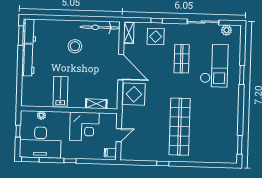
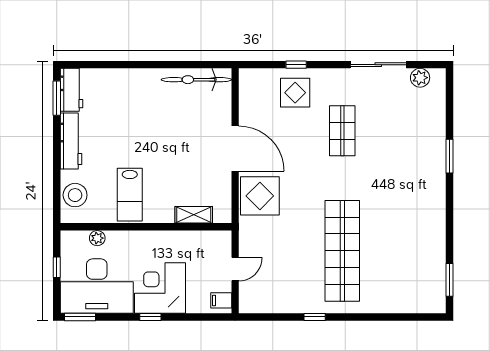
shelving: (129, 33) -> (247, 87), removed
stool: (75, 46) -> (75, 195), moved
checkout: (214, 66) -> (400, 141), removed
lab bench: (60, 91) -> (130, 195), turned 180
corner desk: (84, 127) -> (160, 288), moved, turned 180

